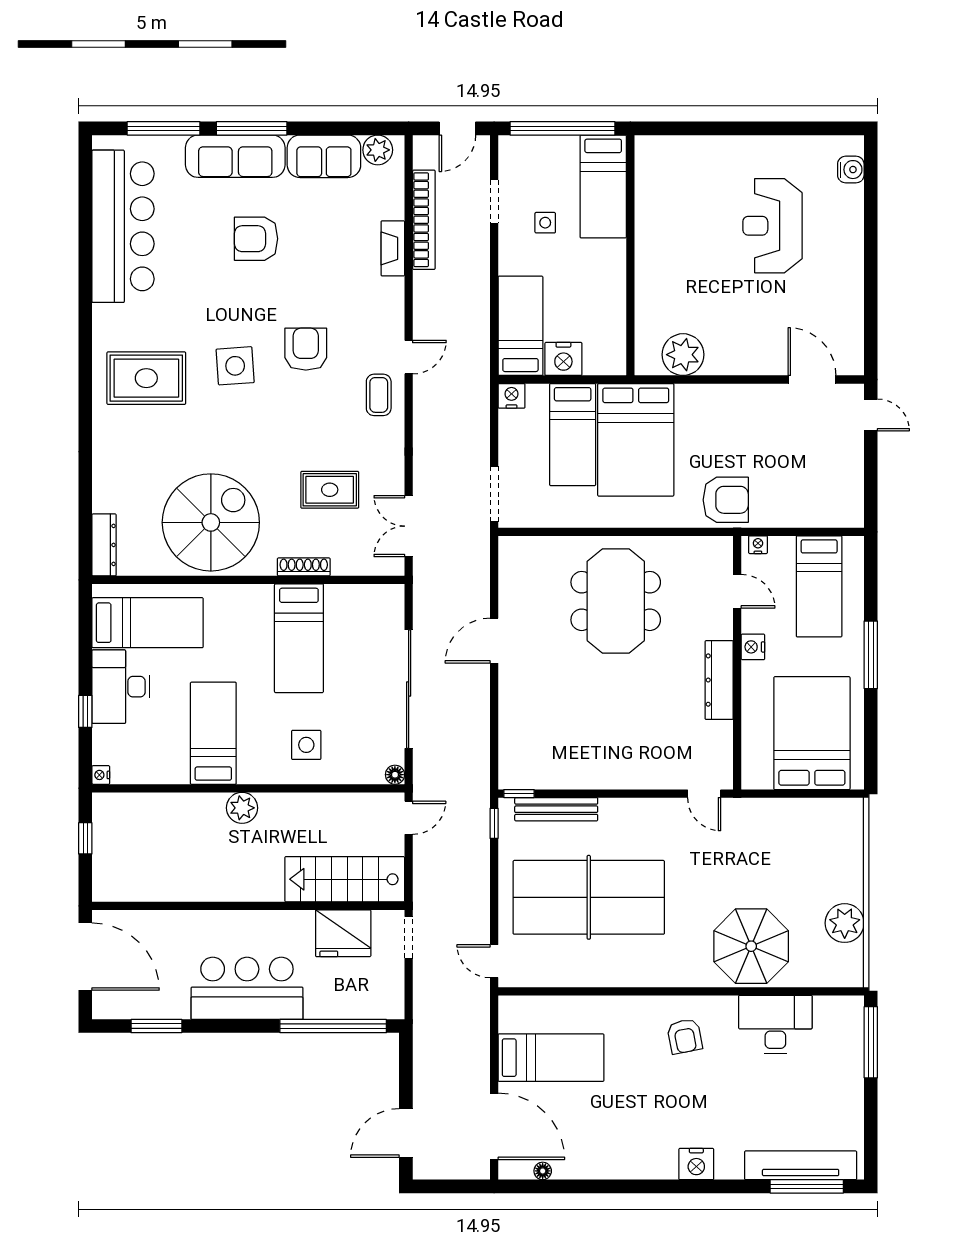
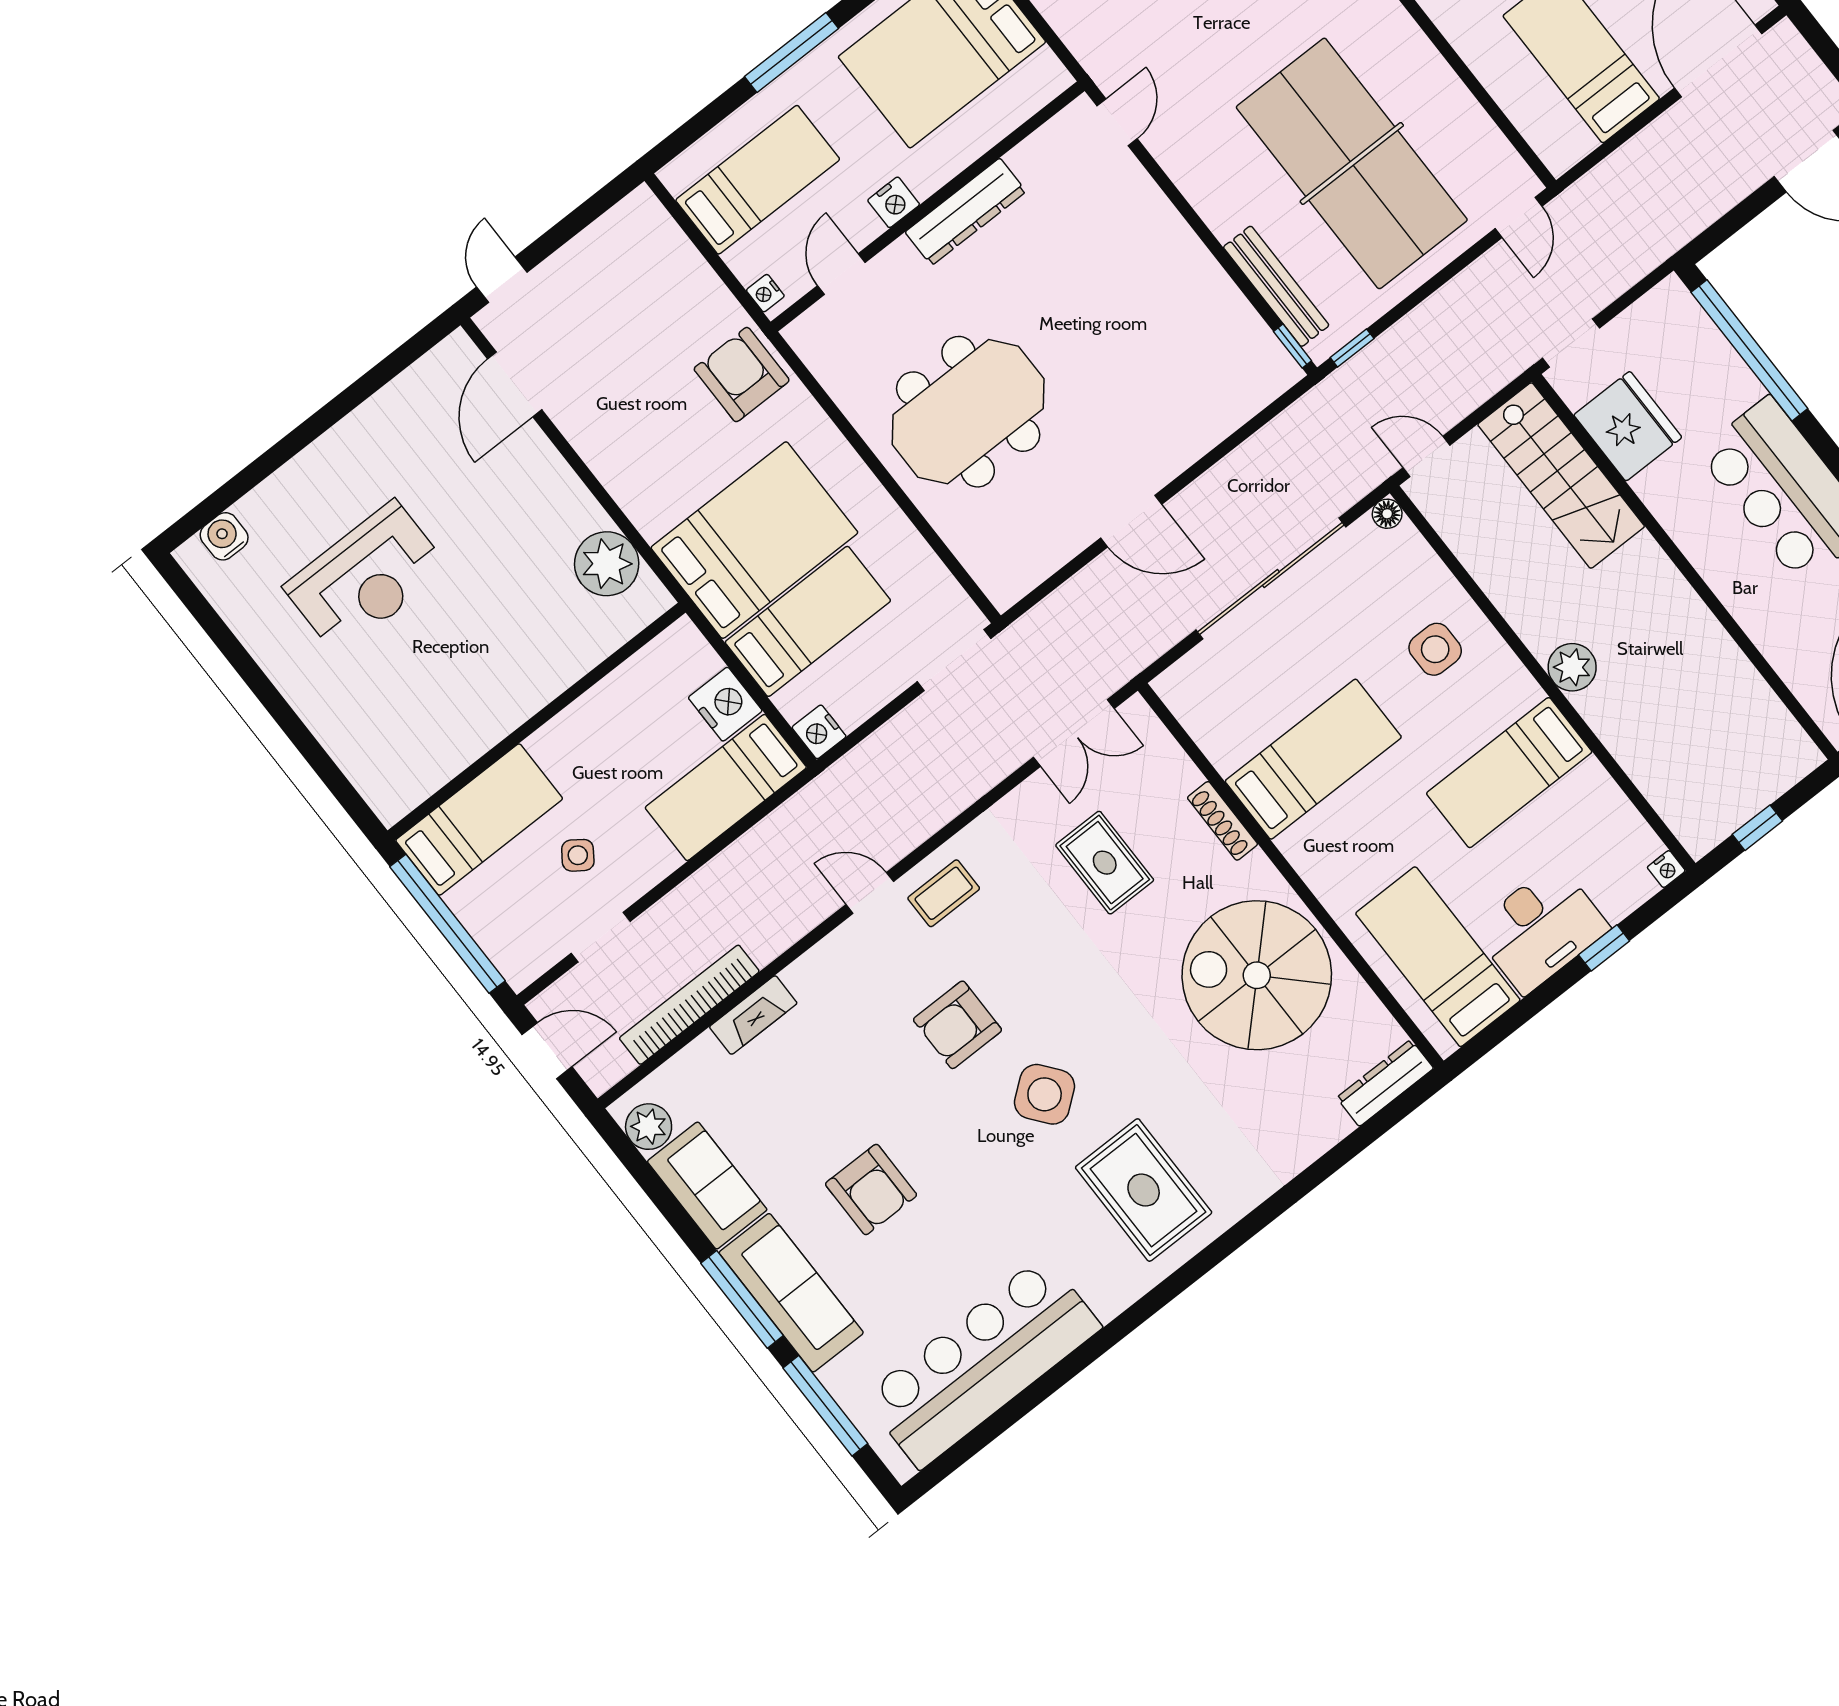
side table: (545, 223) -> (578, 855), turned 35
side table: (235, 366) -> (1045, 1094), turned -34

